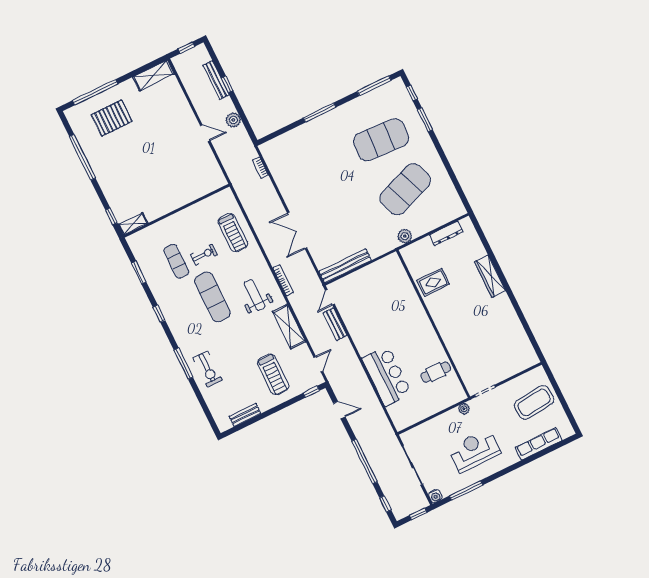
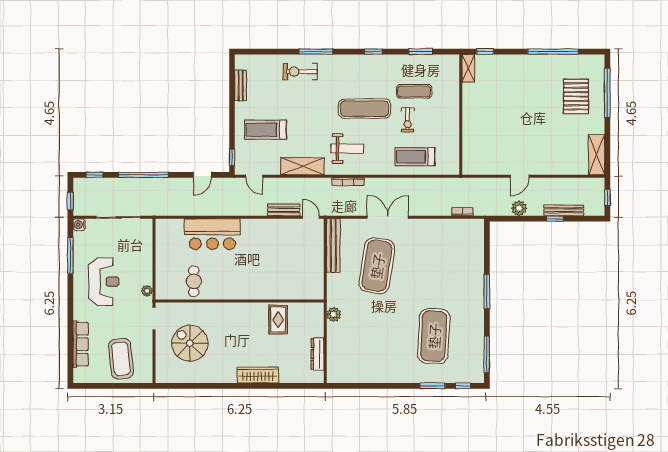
exercise mat: (405, 189) -> (377, 266), moved, turned 30
spiral stairs: (491, 349) -> (190, 343), added

